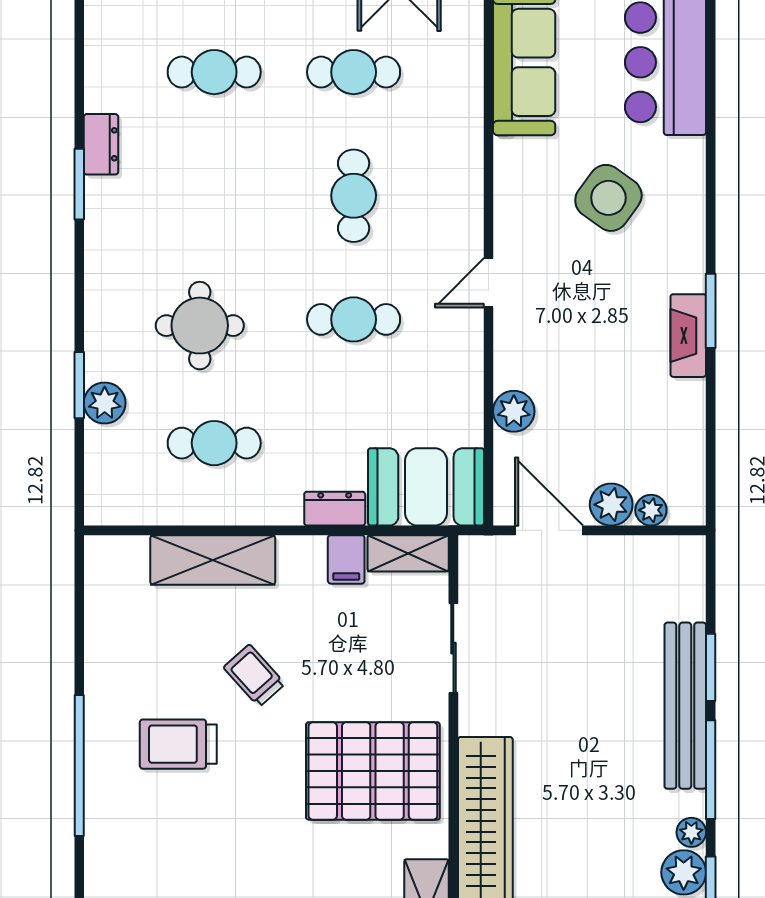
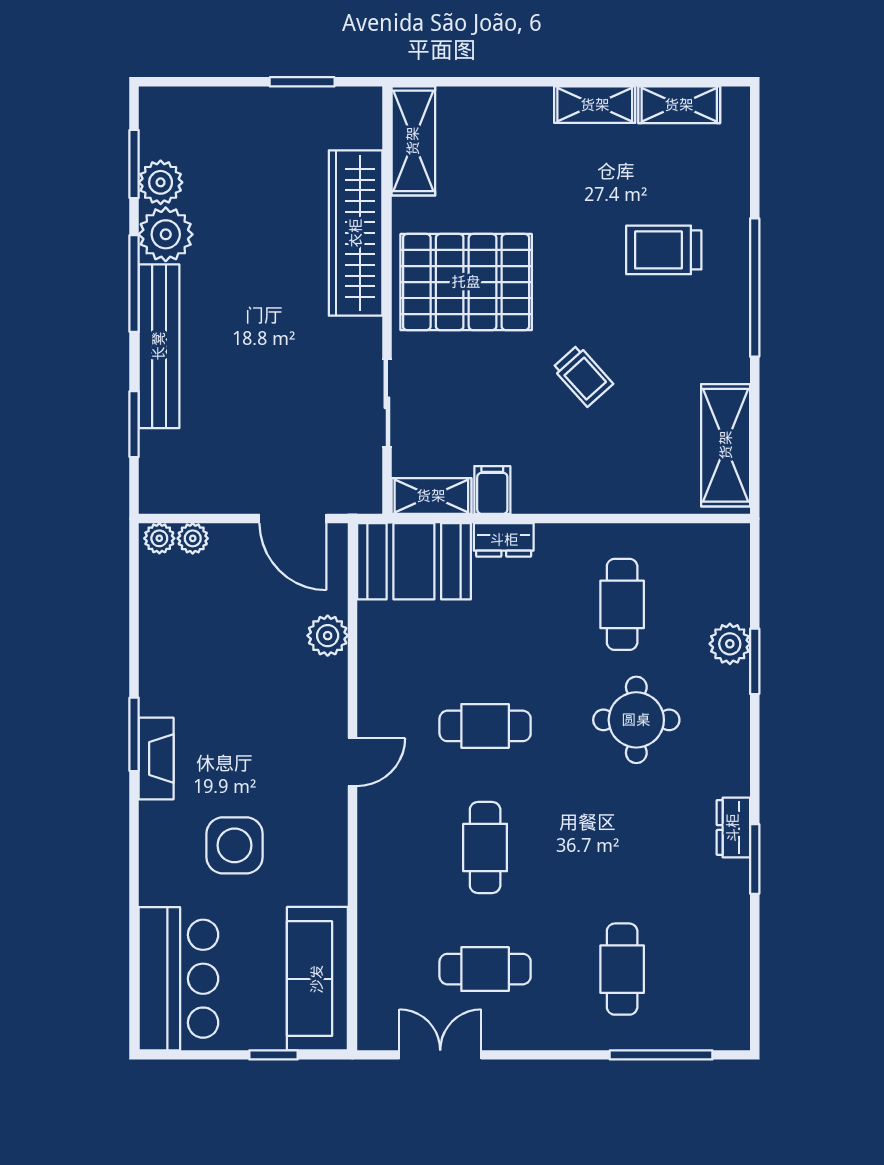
cafe table: (214, 72) -> (622, 969), turned 90
dresser: (101, 144) -> (733, 828), moved
side table: (608, 198) -> (235, 845), turned -36
fireplace: (688, 336) -> (156, 759), moved
cafe table: (214, 443) -> (622, 604), turned 90
plant: (611, 505) -> (159, 538), moved, width x0.73, depth x0.73
shelving: (213, 560) -> (726, 445), moved, turned 90
window: (711, 667) -> (134, 424), moved
trolley: (178, 744) -> (664, 250), moved, turned 180
plant: (691, 832) -> (166, 234), width x1.87, depth x1.87

